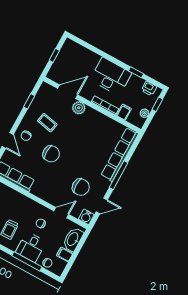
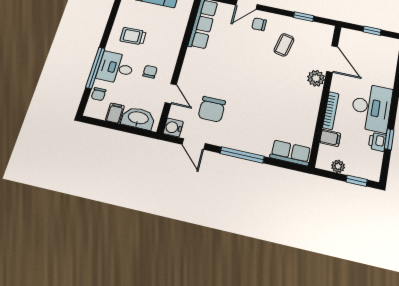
printer: (149, 88) -> (377, 142), moved
chair: (51, 154) -> (245, 60), removed
row of seats: (120, 154) -> (291, 153), width x0.50

